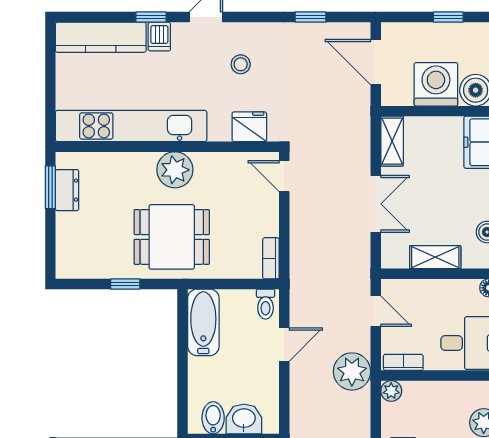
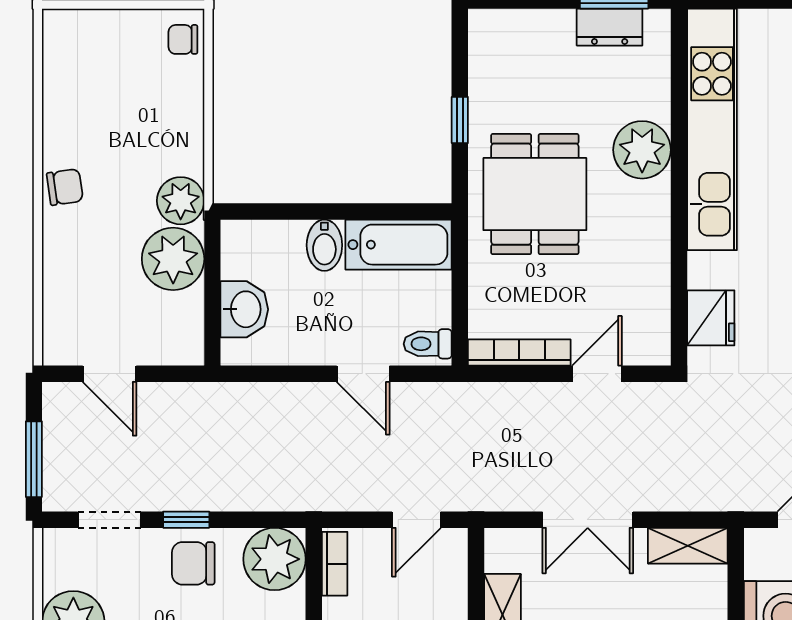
plant: (175, 170) -> (642, 150), moved
door: (284, 176) -> (597, 374), moved
bookcase: (271, 258) -> (519, 352), width x1.56
plant: (352, 371) -> (320, 482), removed
plant: (391, 391) -> (274, 559), width x1.87, depth x1.87
bidet: (213, 418) -> (324, 245), moved, turned 90

